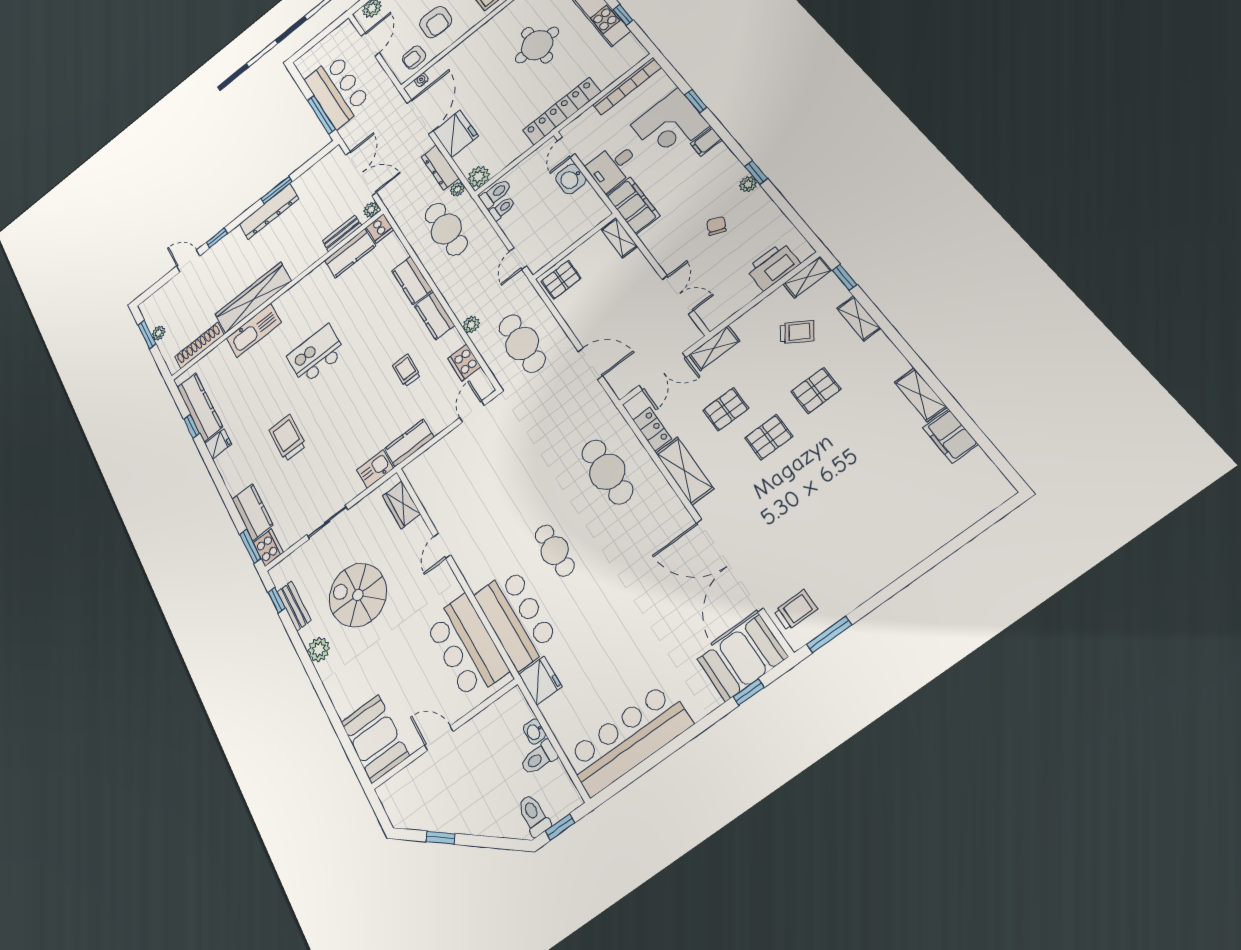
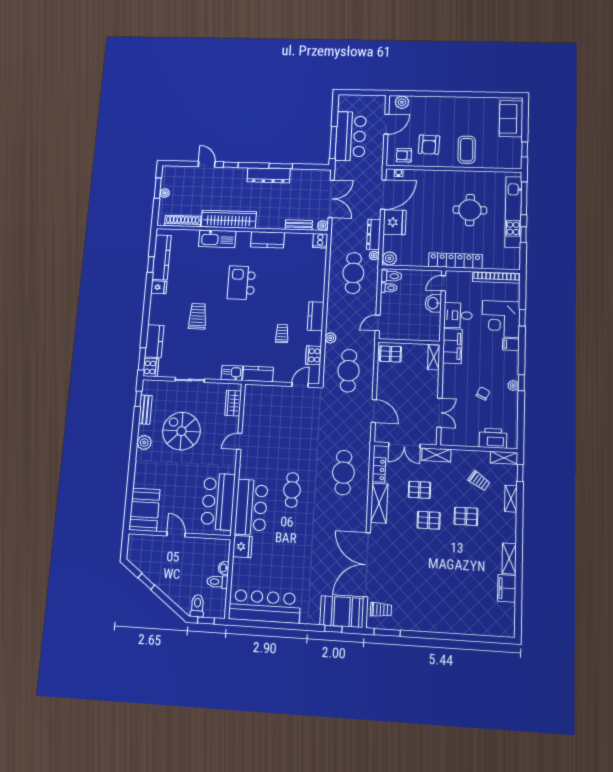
kitchen counter: (350, 253) -> (268, 240), moved
kitchen counter: (412, 280) -> (317, 286), removed
kitchen island: (316, 354) -> (241, 283), turned -90

